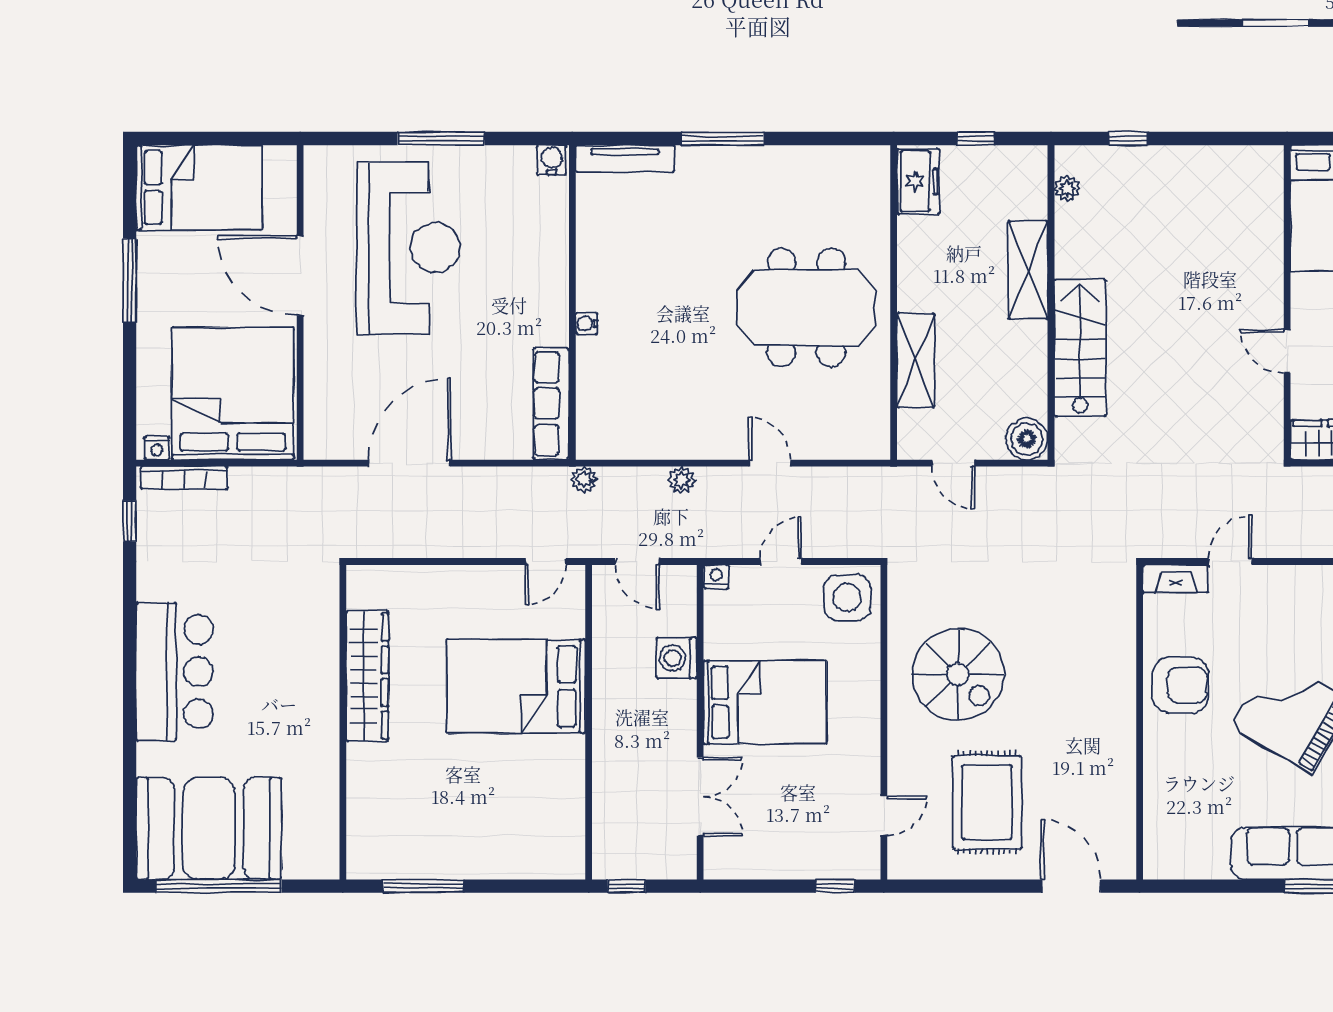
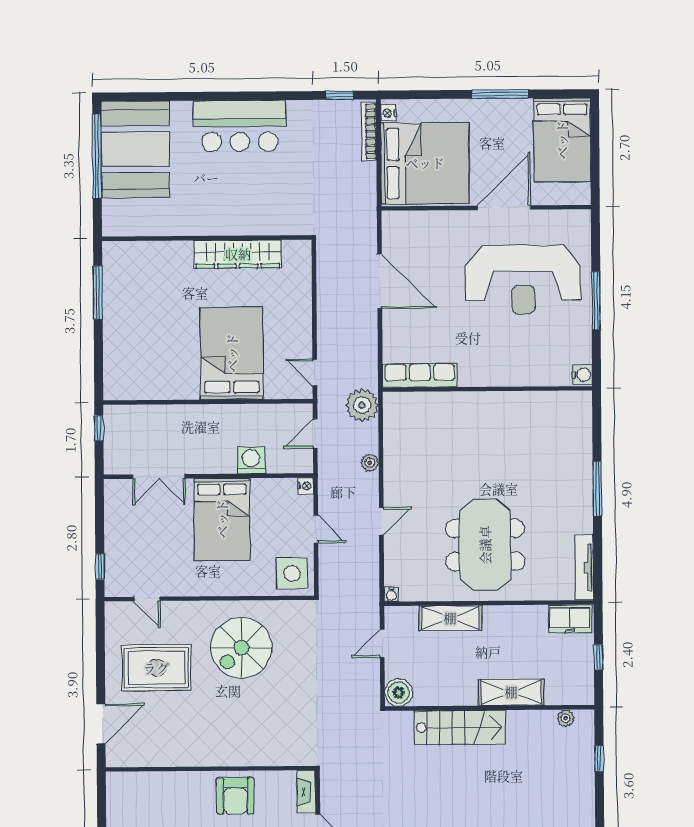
tv unit: (625, 158) -> (585, 567), moved
water cooler: (586, 324) -> (391, 594), moved, turned 180
plant: (584, 479) -> (362, 405), width x1.87, depth x1.87

